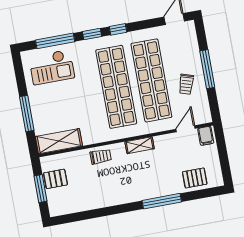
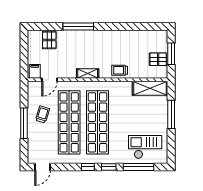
pallet: (195, 178) -> (49, 40), turned 90

